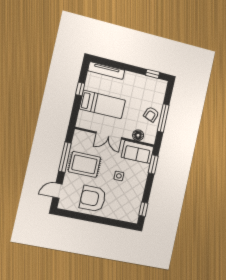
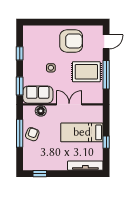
window: (143, 209) -> (20, 53), moved

